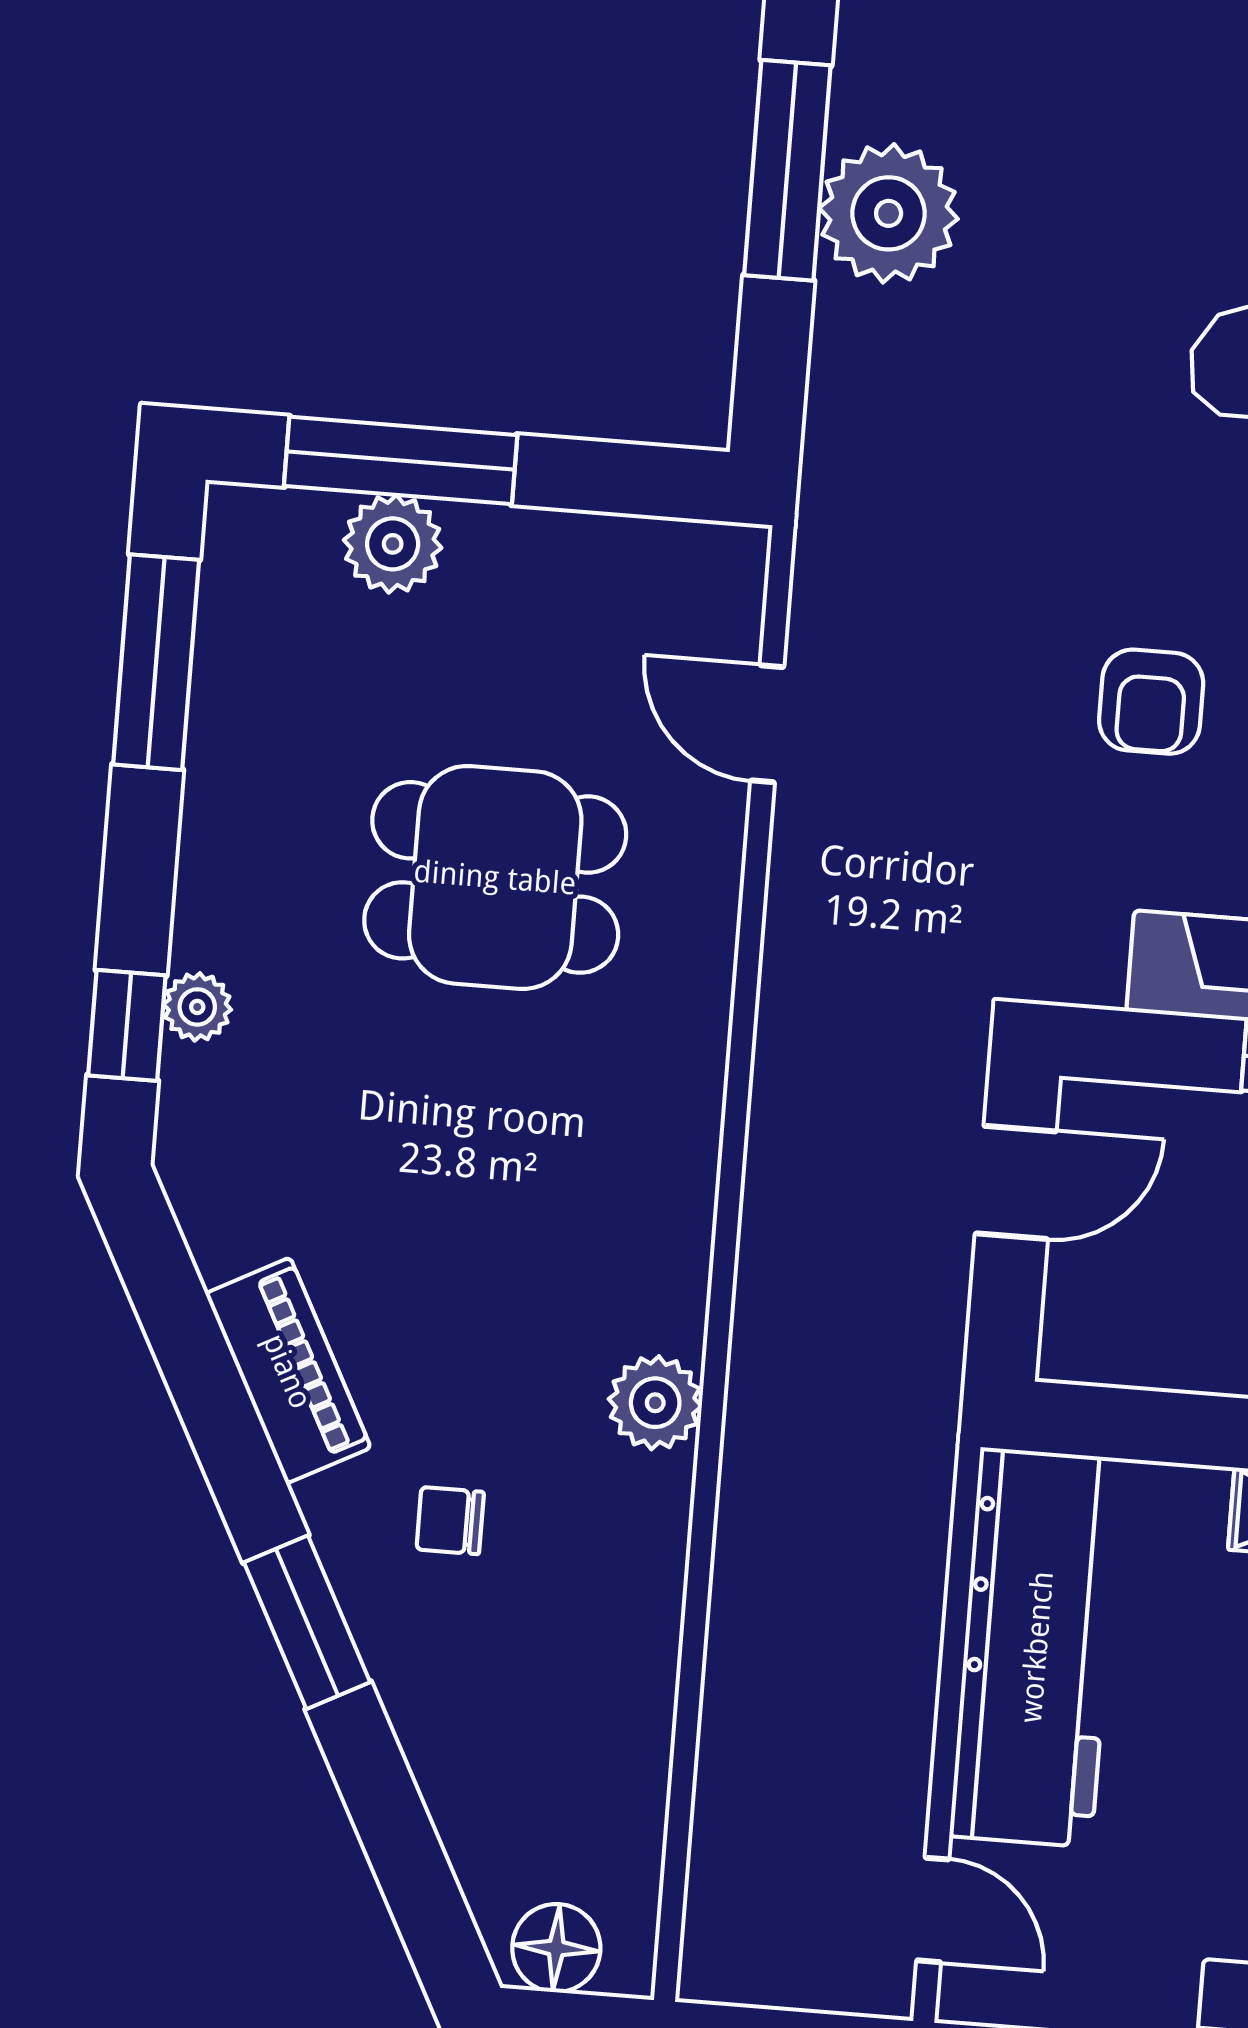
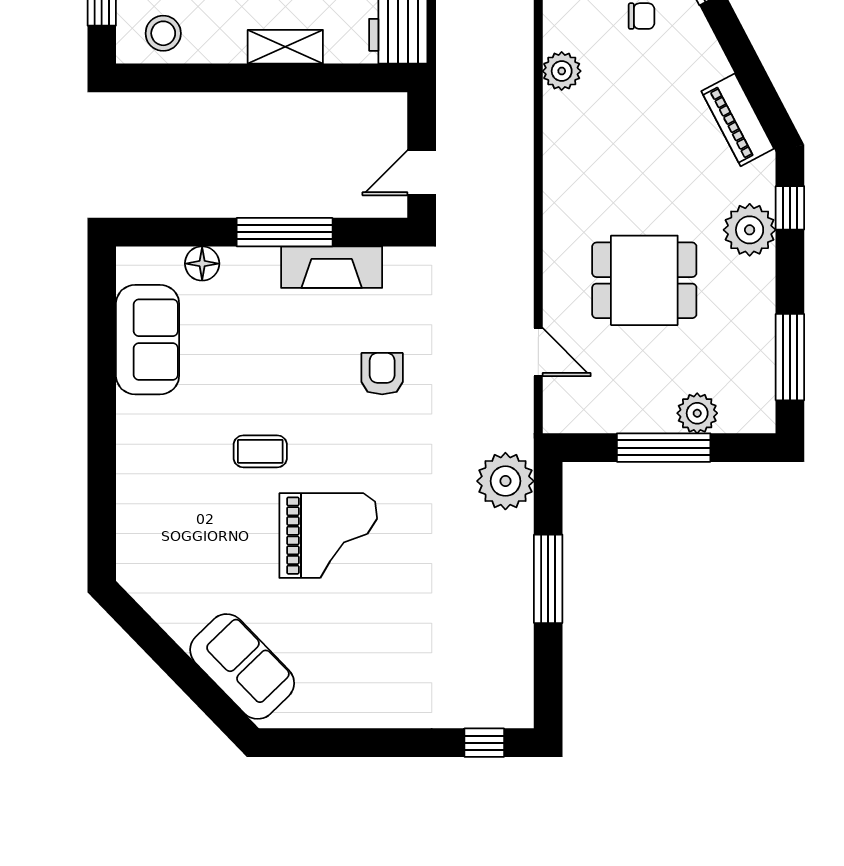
plant: (889, 213) -> (505, 481), moved
window: (401, 460) -> (664, 448), moved
plant: (197, 1007) -> (750, 230), width x1.88, depth x1.88
piano: (288, 1371) -> (738, 120), moved

